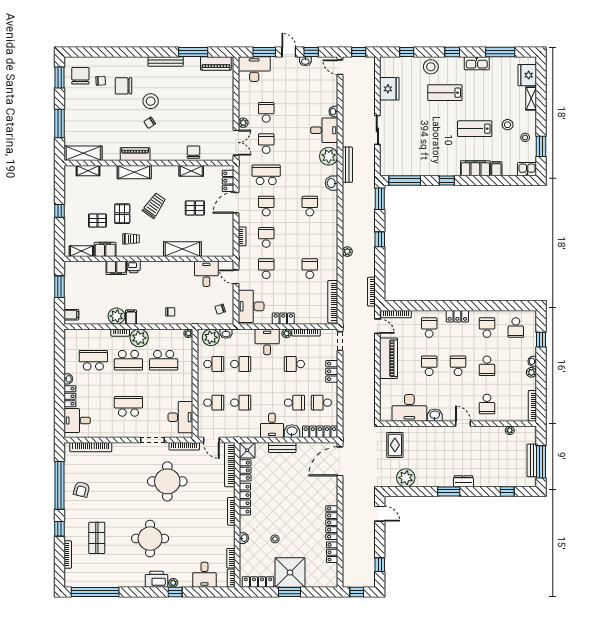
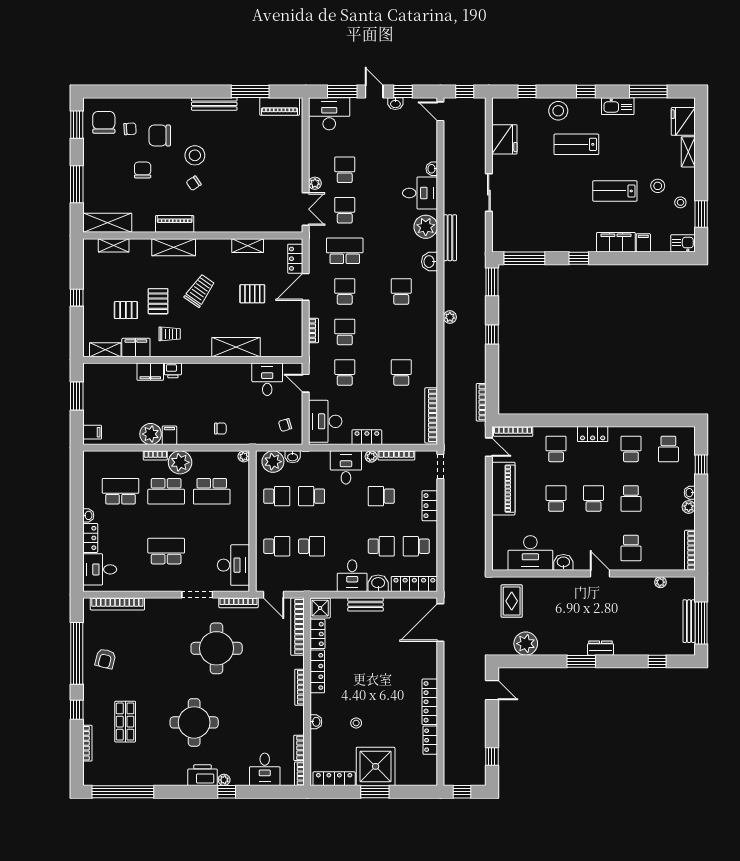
chair: (193, 152) -> (143, 170), moved
plant: (347, 252) -> (450, 317), moved
school desk: (241, 364) -> (312, 496), turned 180

